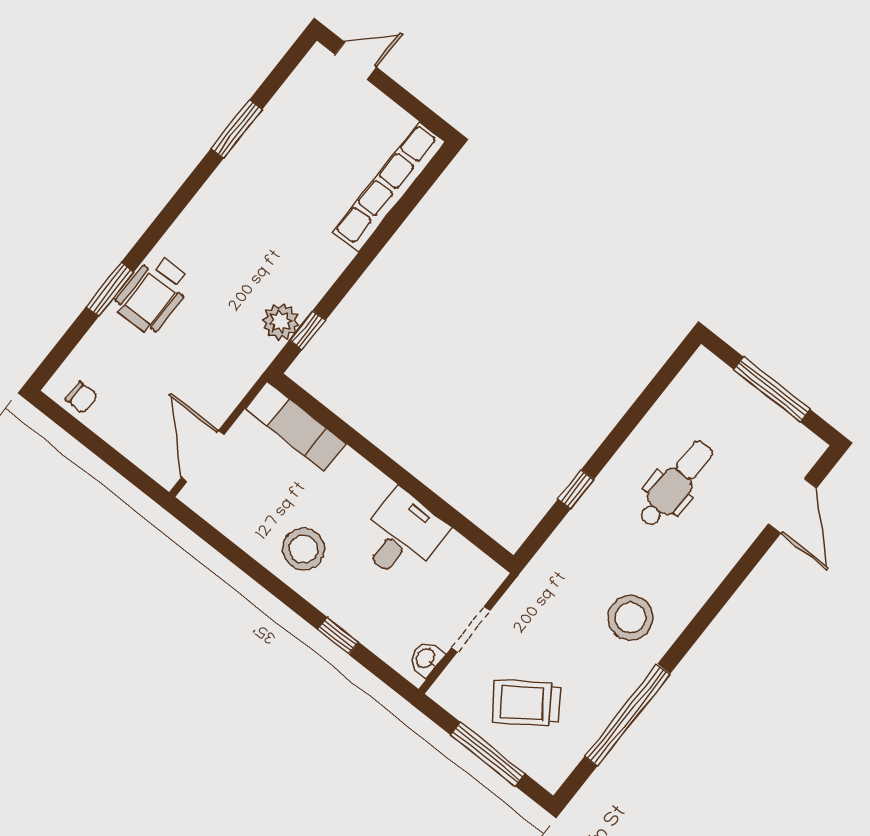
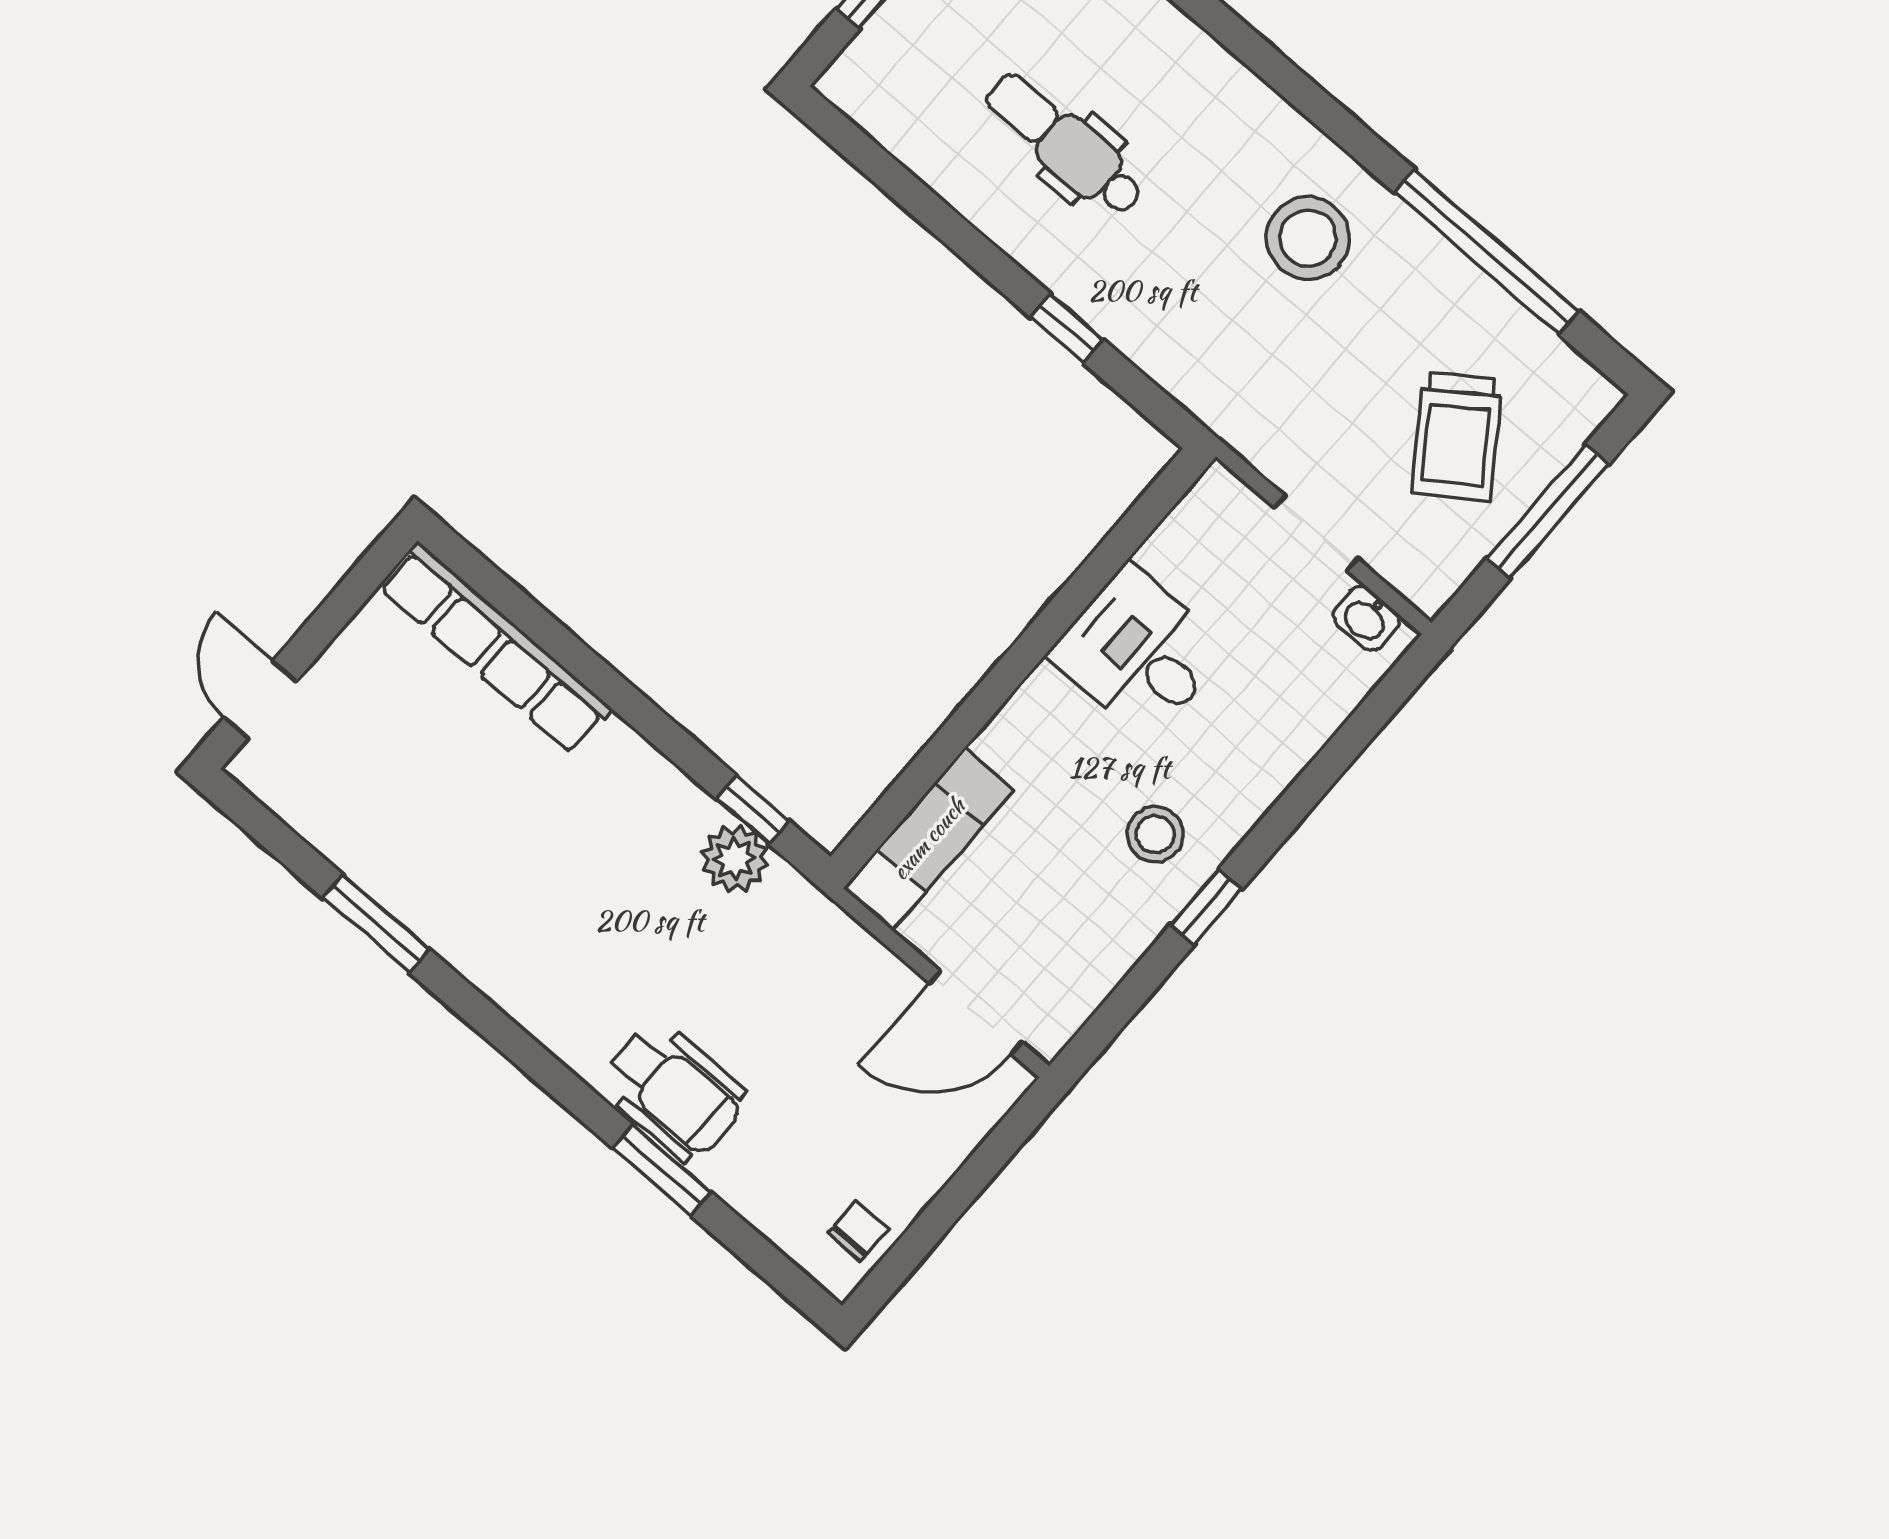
stool: (304, 549) -> (1155, 834), width x0.73, depth x0.73
window: (338, 636) -> (1206, 907), moved

